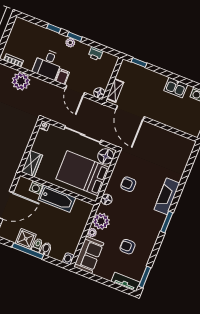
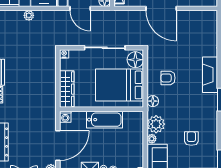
plant: (21, 81) -> (29, 15), width x0.53, depth x0.53
door: (130, 113) -> (161, 8), moved
wardrobe: (32, 164) -> (67, 89), width x1.50
washing machine: (36, 187) -> (65, 117), moved
armchair: (128, 247) -> (191, 139), turned 90

